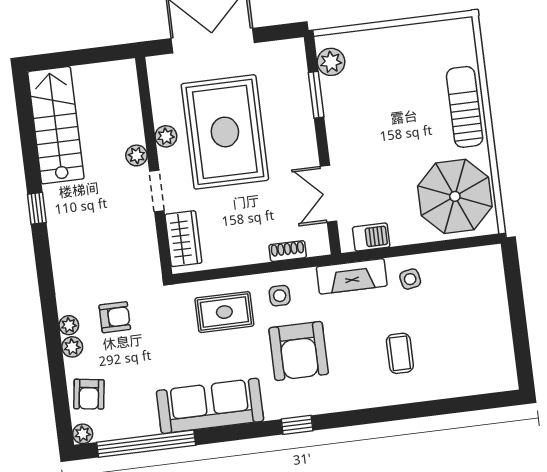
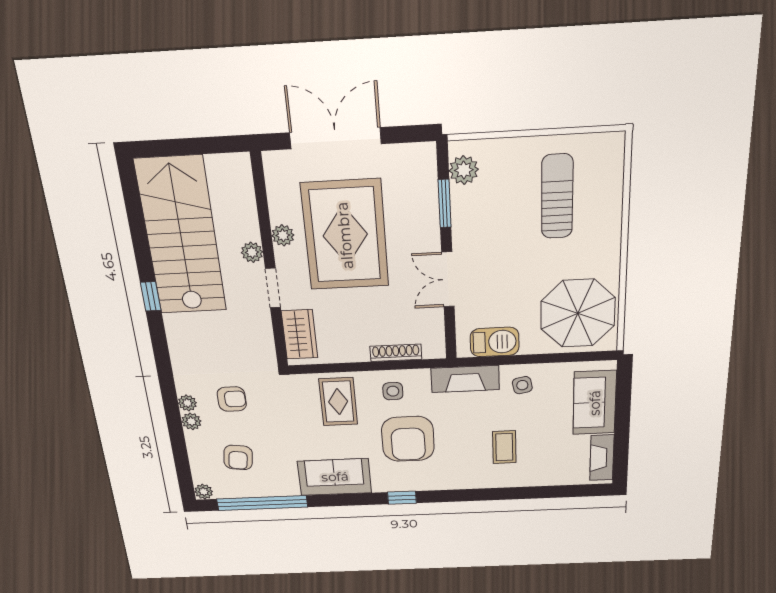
sun lounger: (465, 107) -> (557, 196), moved
stairs: (56, 125) -> (181, 237), width x1.36, depth x1.51
double door: (328, 194) -> (448, 280), moved
barbecue: (371, 237) -> (495, 342), width x1.38, depth x1.27
shoe rack: (288, 251) -> (396, 353), width x1.43
sofa: (486, 294) -> (595, 403), added
rug: (224, 312) -> (338, 402), turned 90
fireplace: (503, 358) -> (602, 458), added
armchair: (89, 394) -> (238, 457), moved
sofa: (210, 406) -> (335, 477), width x0.73

